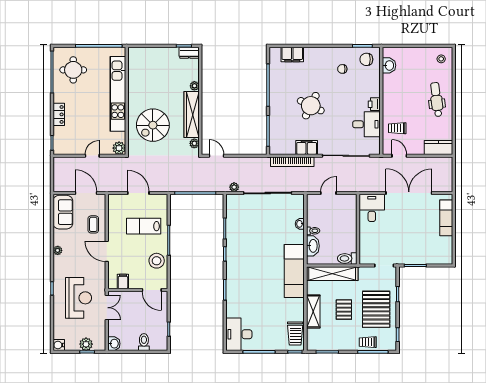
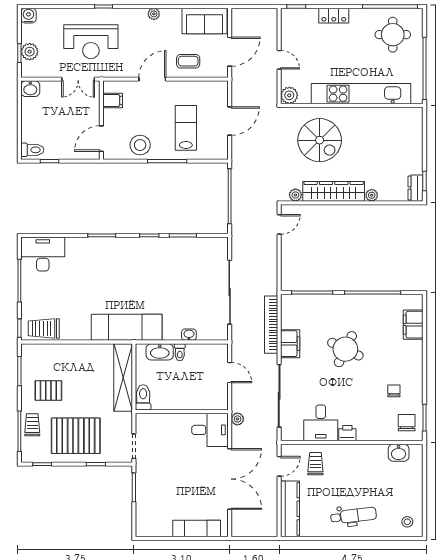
spiral stairs: (153, 125) -> (320, 140), turned 180
kitchen counter: (438, 147) -> (290, 509), width x1.50
plant: (234, 187) -> (237, 419), moved
pallet: (344, 310) -> (48, 391), moved
shelving: (313, 311) -> (73, 352), removed
toilet: (144, 342) -> (32, 150), moved

